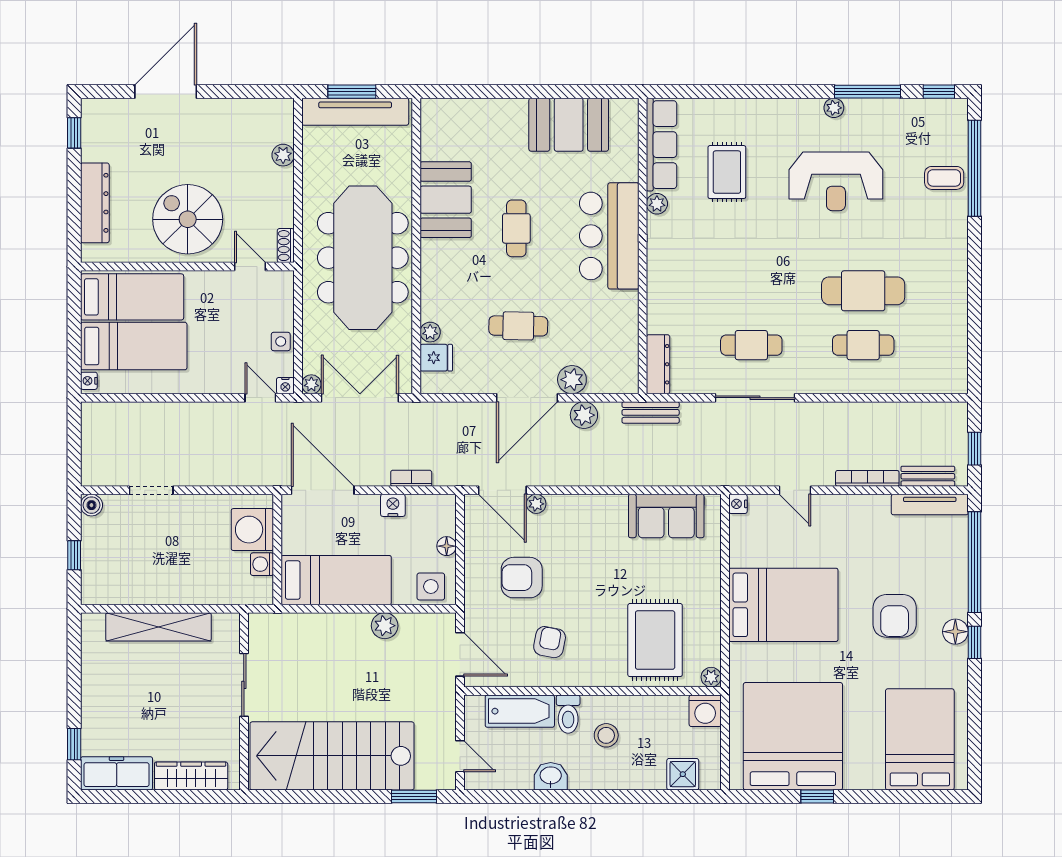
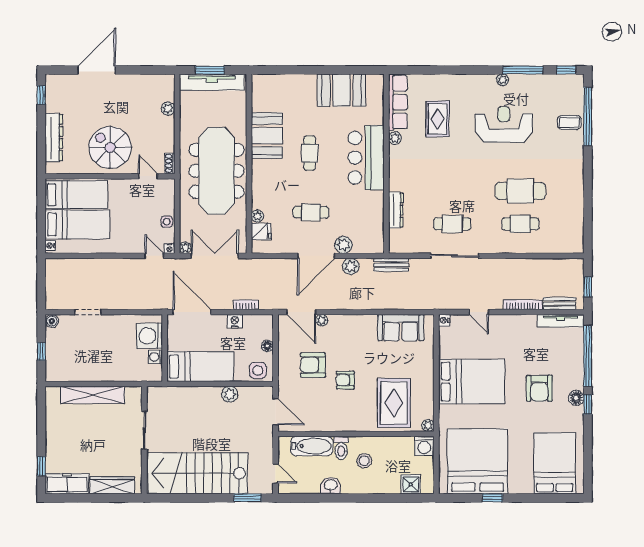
reception desk: (836, 181) -> (504, 124), turned 180
dresser: (658, 364) -> (396, 210), moved
armchair: (550, 642) -> (345, 380), moved, turned -101

